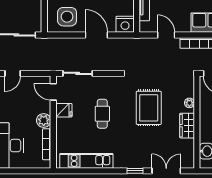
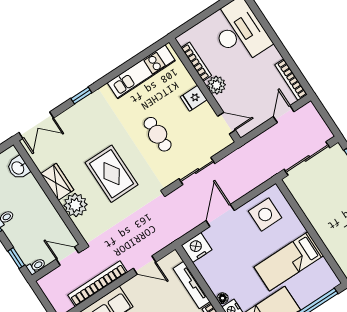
door: (96, 35) -> (220, 216), swing flipped
sliding door: (78, 73) -> (197, 171), moved
plant: (189, 103) -> (75, 205), width x1.87, depth x1.87
fridge: (64, 110) -> (194, 98), moved
double door: (166, 171) -> (36, 125), moved

